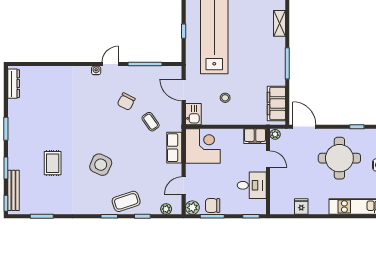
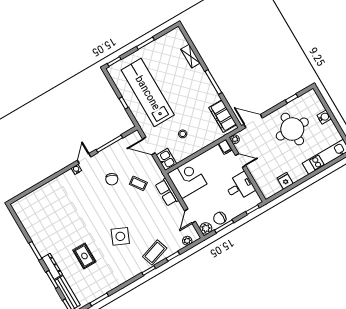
dresser: (14, 84) -> (52, 266), moved
filing cabinet: (255, 136) -> (225, 147), width x0.50

